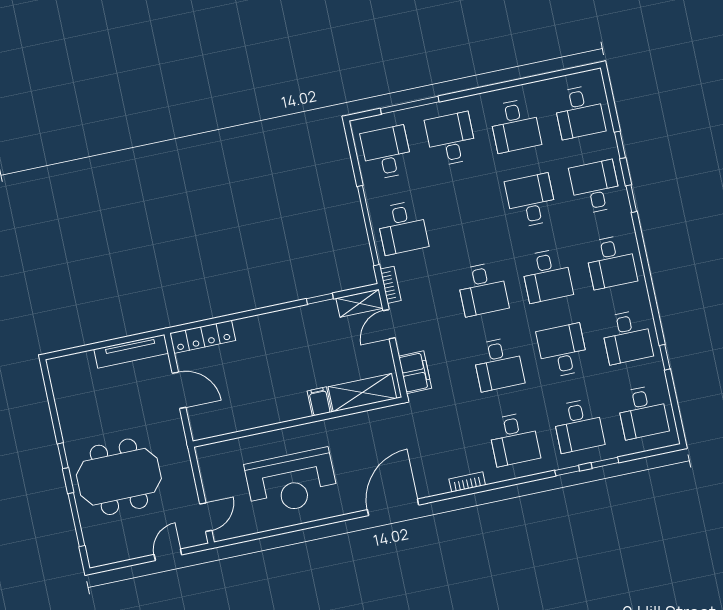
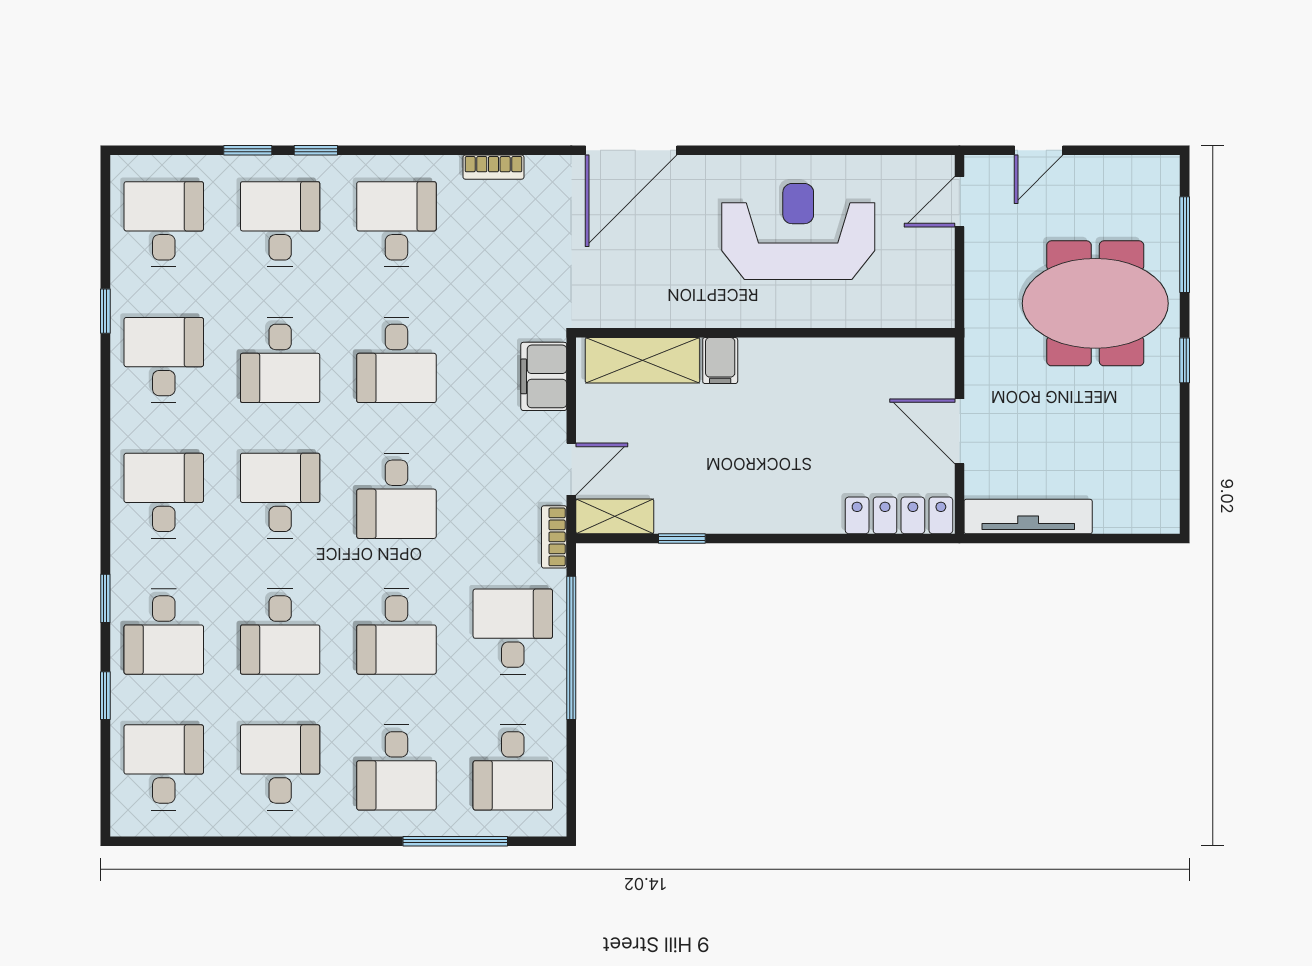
desk: (467, 214) -> (396, 632), added
desk: (482, 289) -> (396, 496), turned 180
desk: (498, 364) -> (396, 360), turned 180

